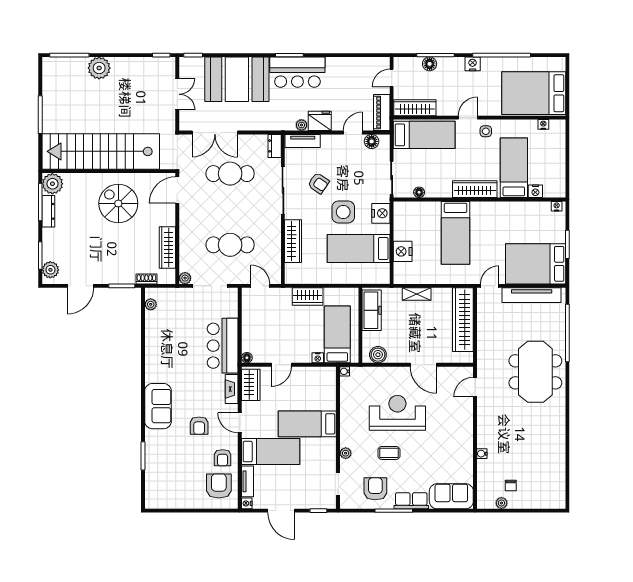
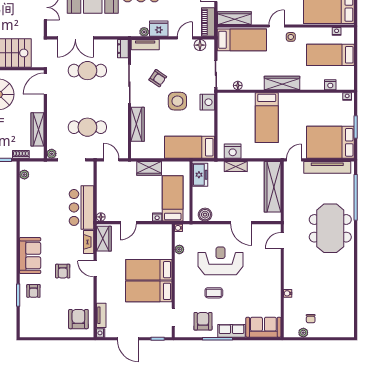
bed: (514, 168) -> (330, 55), moved, turned -90
bed: (359, 248) -> (190, 147), moved
nightstand: (403, 251) -> (233, 151), moved, turned -90
freezer: (372, 310) -> (200, 175), width x0.71
bed: (271, 452) -> (149, 291), moved, turned 180
plant: (346, 453) -> (179, 249), moved
armchair: (223, 458) -> (33, 291), moved

